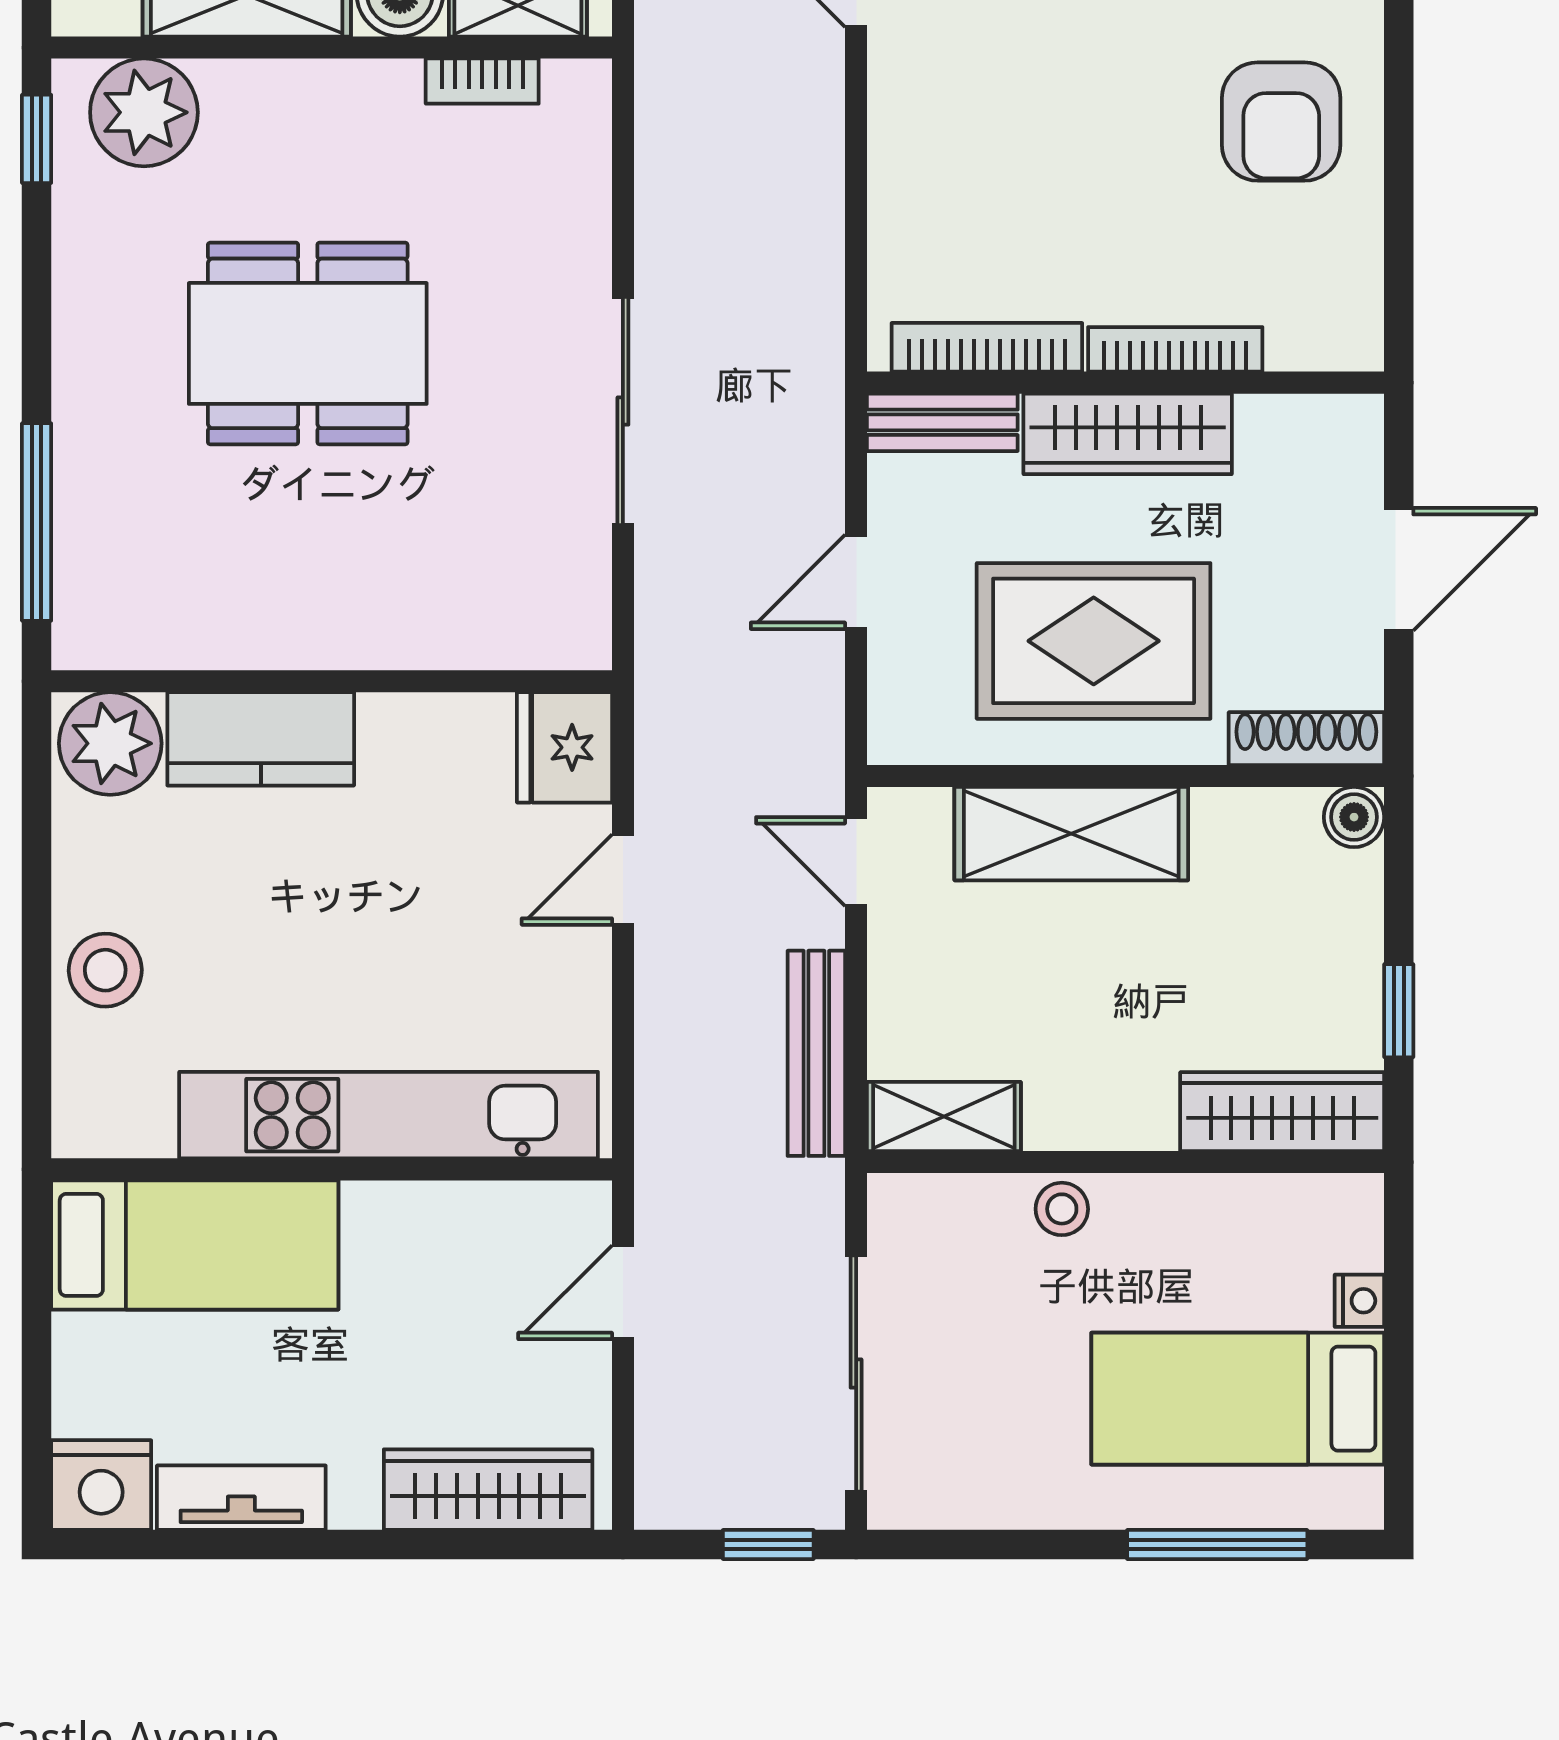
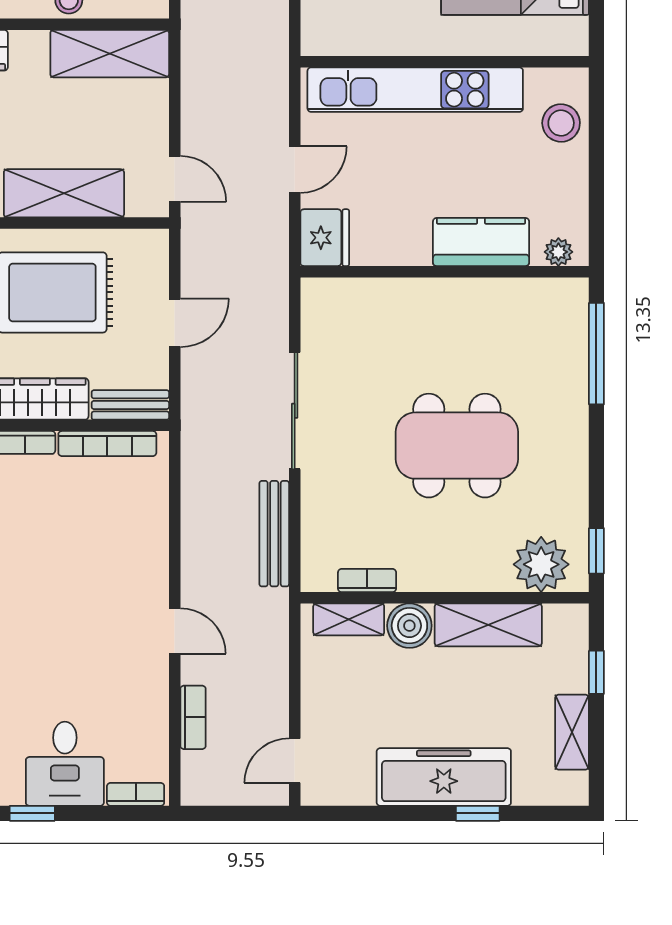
plant: (110, 743) -> (558, 252), width x0.53, depth x0.53
bench: (816, 1053) -> (274, 534), moved
kitchen unit: (389, 1115) -> (415, 90), moved
shelving: (944, 1117) -> (110, 54), width x1.50, depth x1.33
wall: (332, 1169) -> (445, 62), moved

